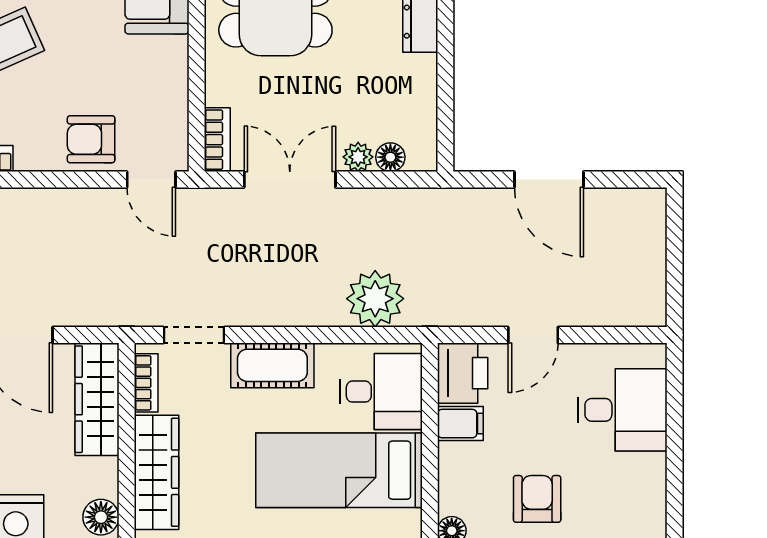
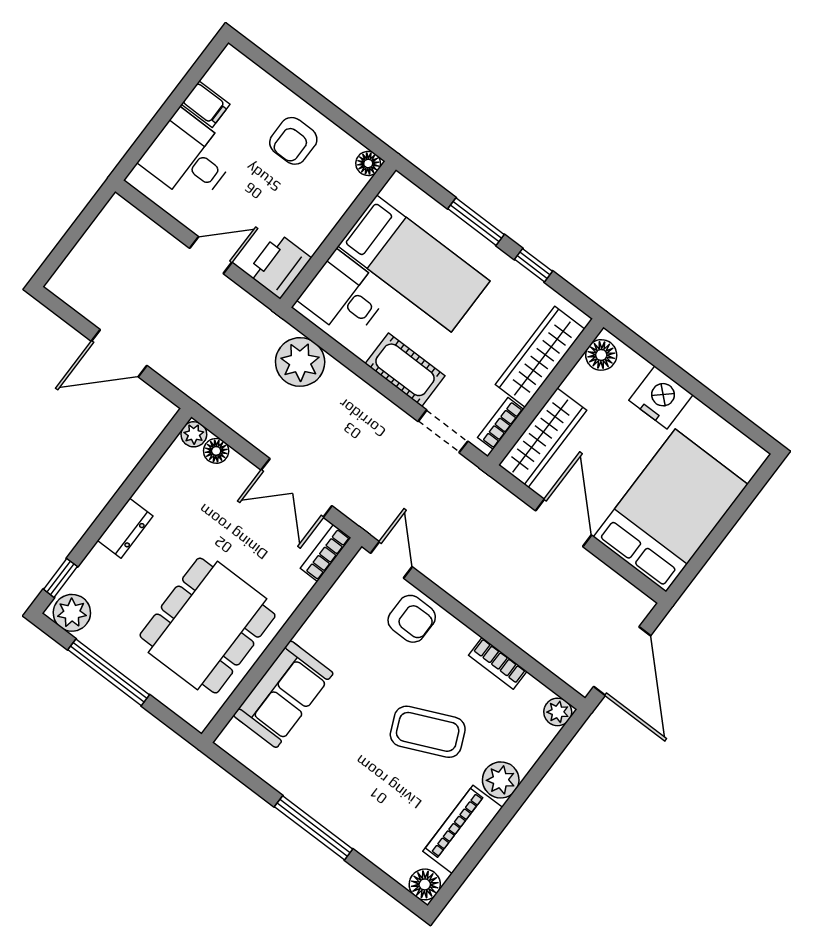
plant: (358, 157) -> (194, 434), moved
door: (549, 180) -> (119, 353), swing flipped
filing cabinet: (460, 424) -> (206, 104), moved, turned 180

